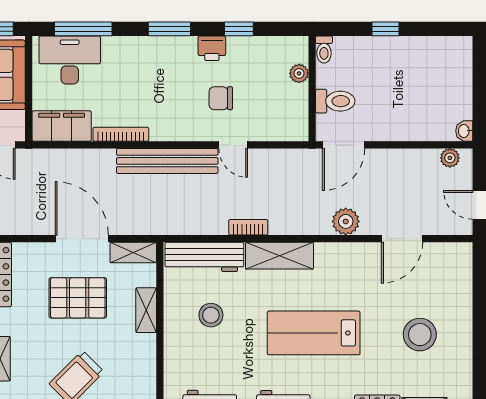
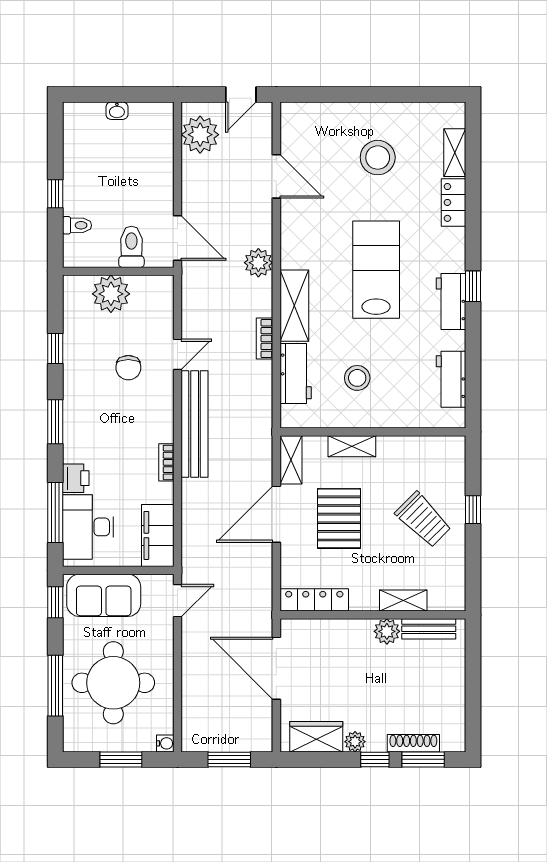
printer: (212, 48) -> (76, 478), moved
toilet: (324, 50) -> (77, 225), moved
plant: (299, 73) -> (111, 294), width x1.88, depth x1.88
washbasin: (464, 131) -> (117, 111), moved
bookcase: (121, 134) -> (166, 462), width x0.64
plant: (450, 158) -> (200, 135), width x1.88, depth x1.88
plant: (346, 221) -> (258, 263), moved
workbench: (204, 257) -> (296, 373), width x0.73
lab bench: (314, 333) -> (376, 270), turned 180

